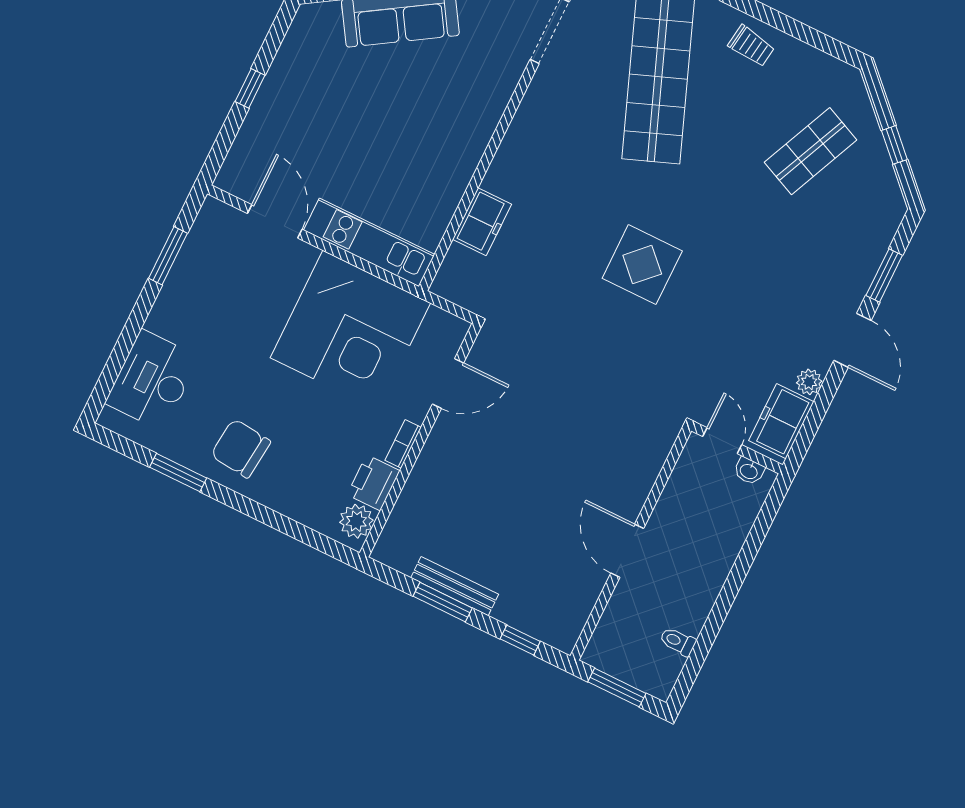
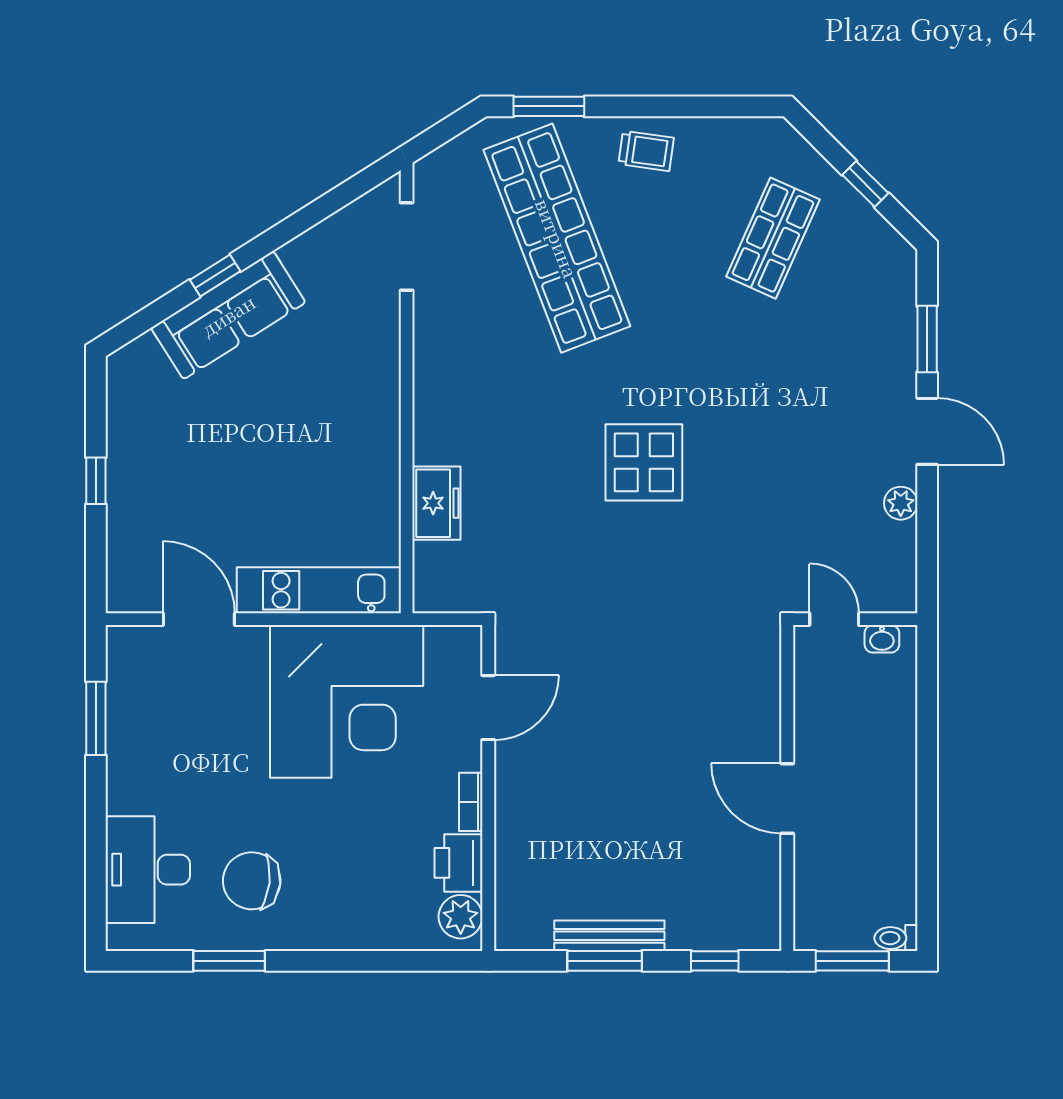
freezer: (781, 421) -> (891, 564), removed
chair: (241, 448) -> (252, 881), moved
toilet: (678, 641) -> (896, 938), moved

